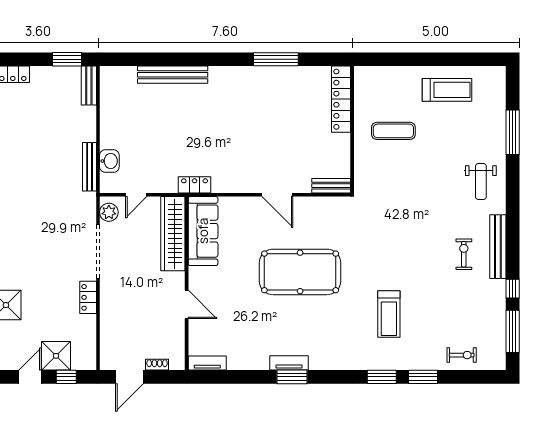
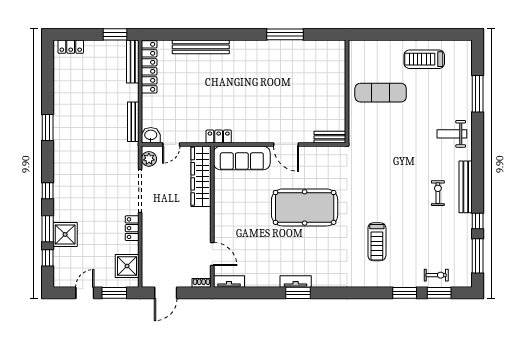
bench: (89, 85) -> (133, 61), width x1.36
treadmill: (447, 90) -> (424, 59), turned 180
locker: (341, 99) -> (149, 67), moved, turned 180
exercise mat: (393, 131) -> (381, 93), width x1.36, depth x1.45
washbasin: (109, 161) -> (151, 135), moved, turned -90
weight bench: (481, 182) -> (452, 134), turned 90
sofa: (203, 231) -> (242, 158), moved, turned 90
door: (187, 304) -> (212, 254), moved
shower: (56, 356) -> (127, 266), moved
shoe rack: (157, 365) -> (201, 283), moved
window: (66, 377) -> (114, 293), width x1.50
window: (382, 377) -> (439, 293), moved

